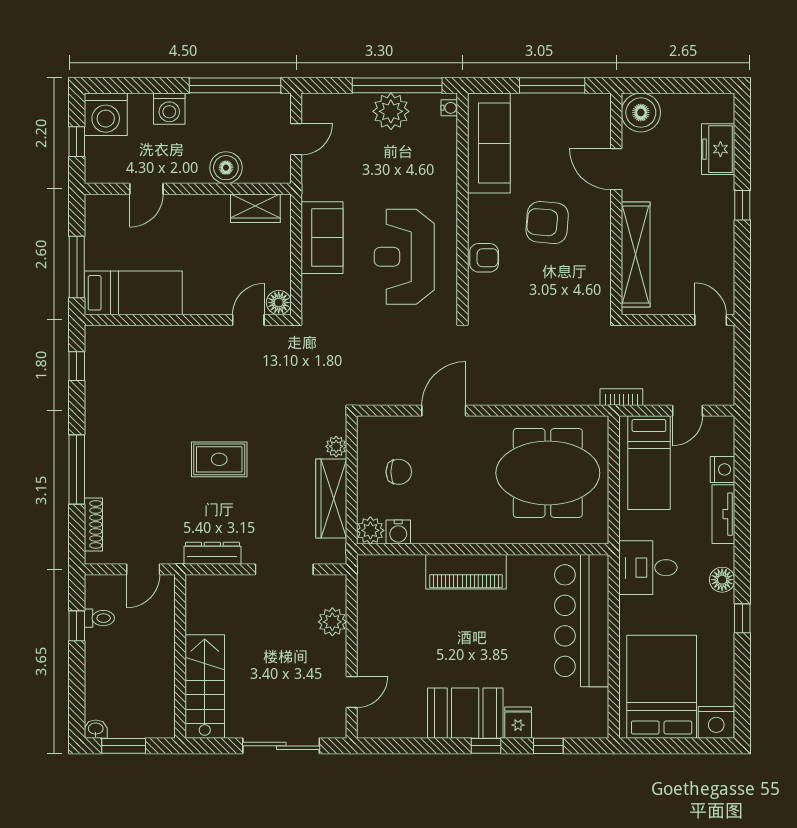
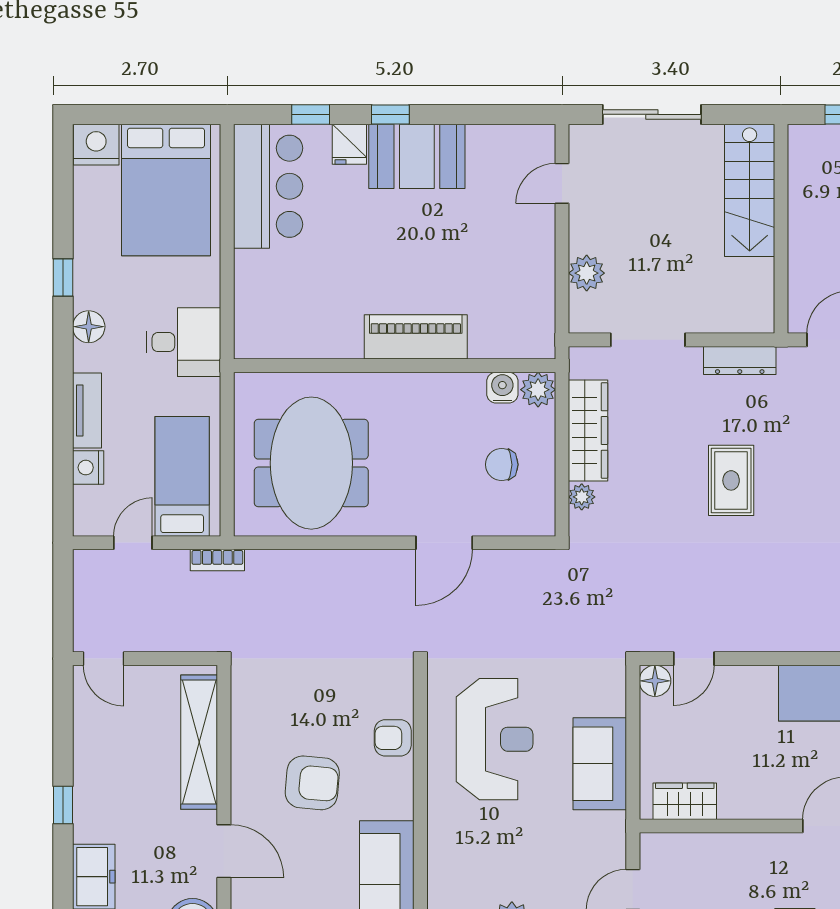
boiler: (226, 168) -> (722, 853), removed
rug: (219, 459) -> (731, 480), turned 90
meeting table: (548, 473) -> (311, 463), turned 90
bar counter: (582, 621) -> (268, 186), moved, width x0.73

